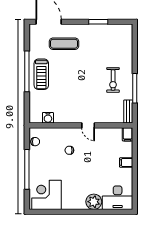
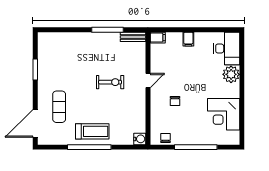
exercise bike: (113, 80) -> (110, 82), moved
water cooler: (48, 118) -> (140, 139), moved
corner desk: (47, 195) -> (224, 114), moved

